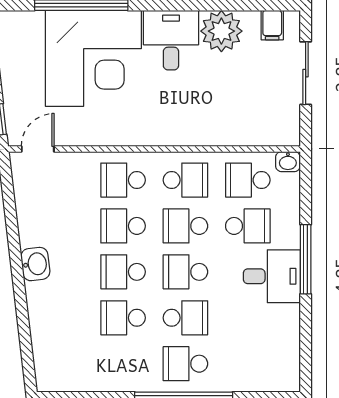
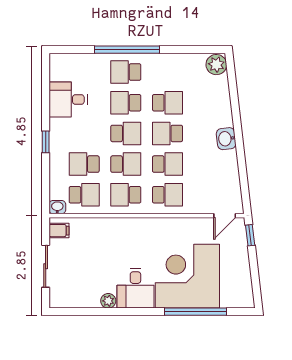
filing cabinet: (272, 25) -> (59, 231), moved, turned 90
plant: (221, 31) -> (108, 301), width x0.53, depth x0.53
window: (306, 259) -> (46, 142), width x0.46
school desk: (123, 272) -> (168, 133), turned 180
desk: (272, 276) -> (68, 100), moved
school desk: (185, 364) -> (126, 72), turned 180
plant: (50, 375) -> (216, 65), added

